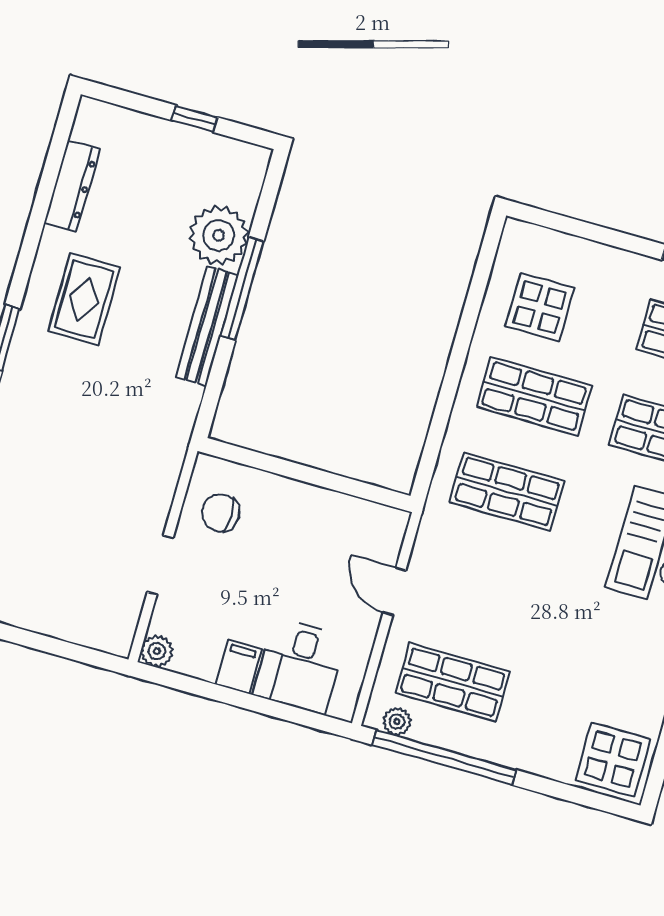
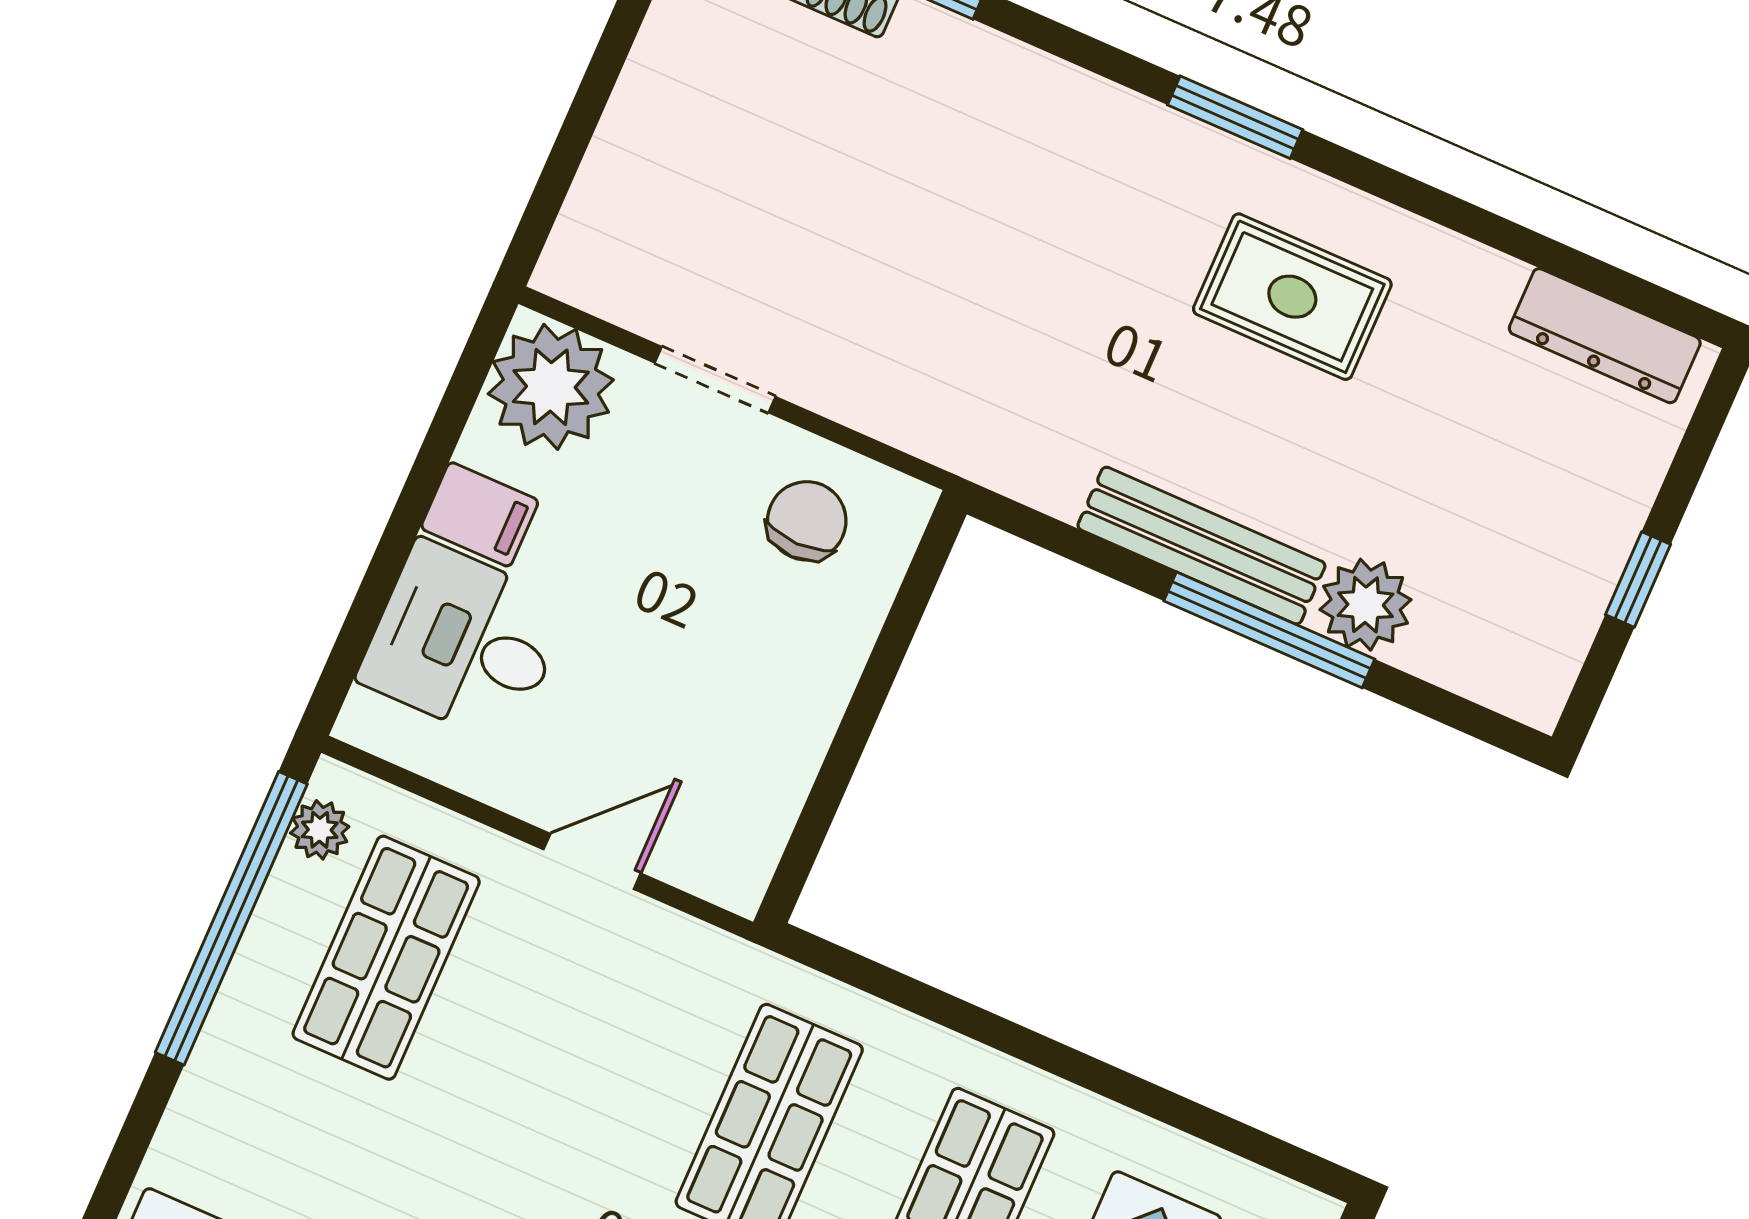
dresser: (72, 186) -> (1605, 336), moved
plant: (219, 235) -> (1366, 605), width x0.73, depth x0.73
plant: (157, 651) -> (551, 387), width x1.88, depth x1.88

